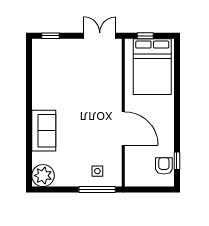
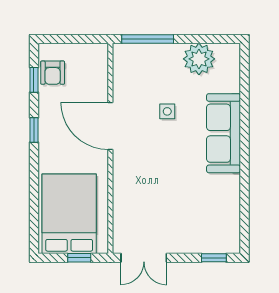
window: (177, 126) -> (34, 130), added
sofa: (44, 131) -> (224, 133), width x1.36
side table: (97, 171) -> (167, 111), moved
plant: (43, 176) -> (199, 59), moved

